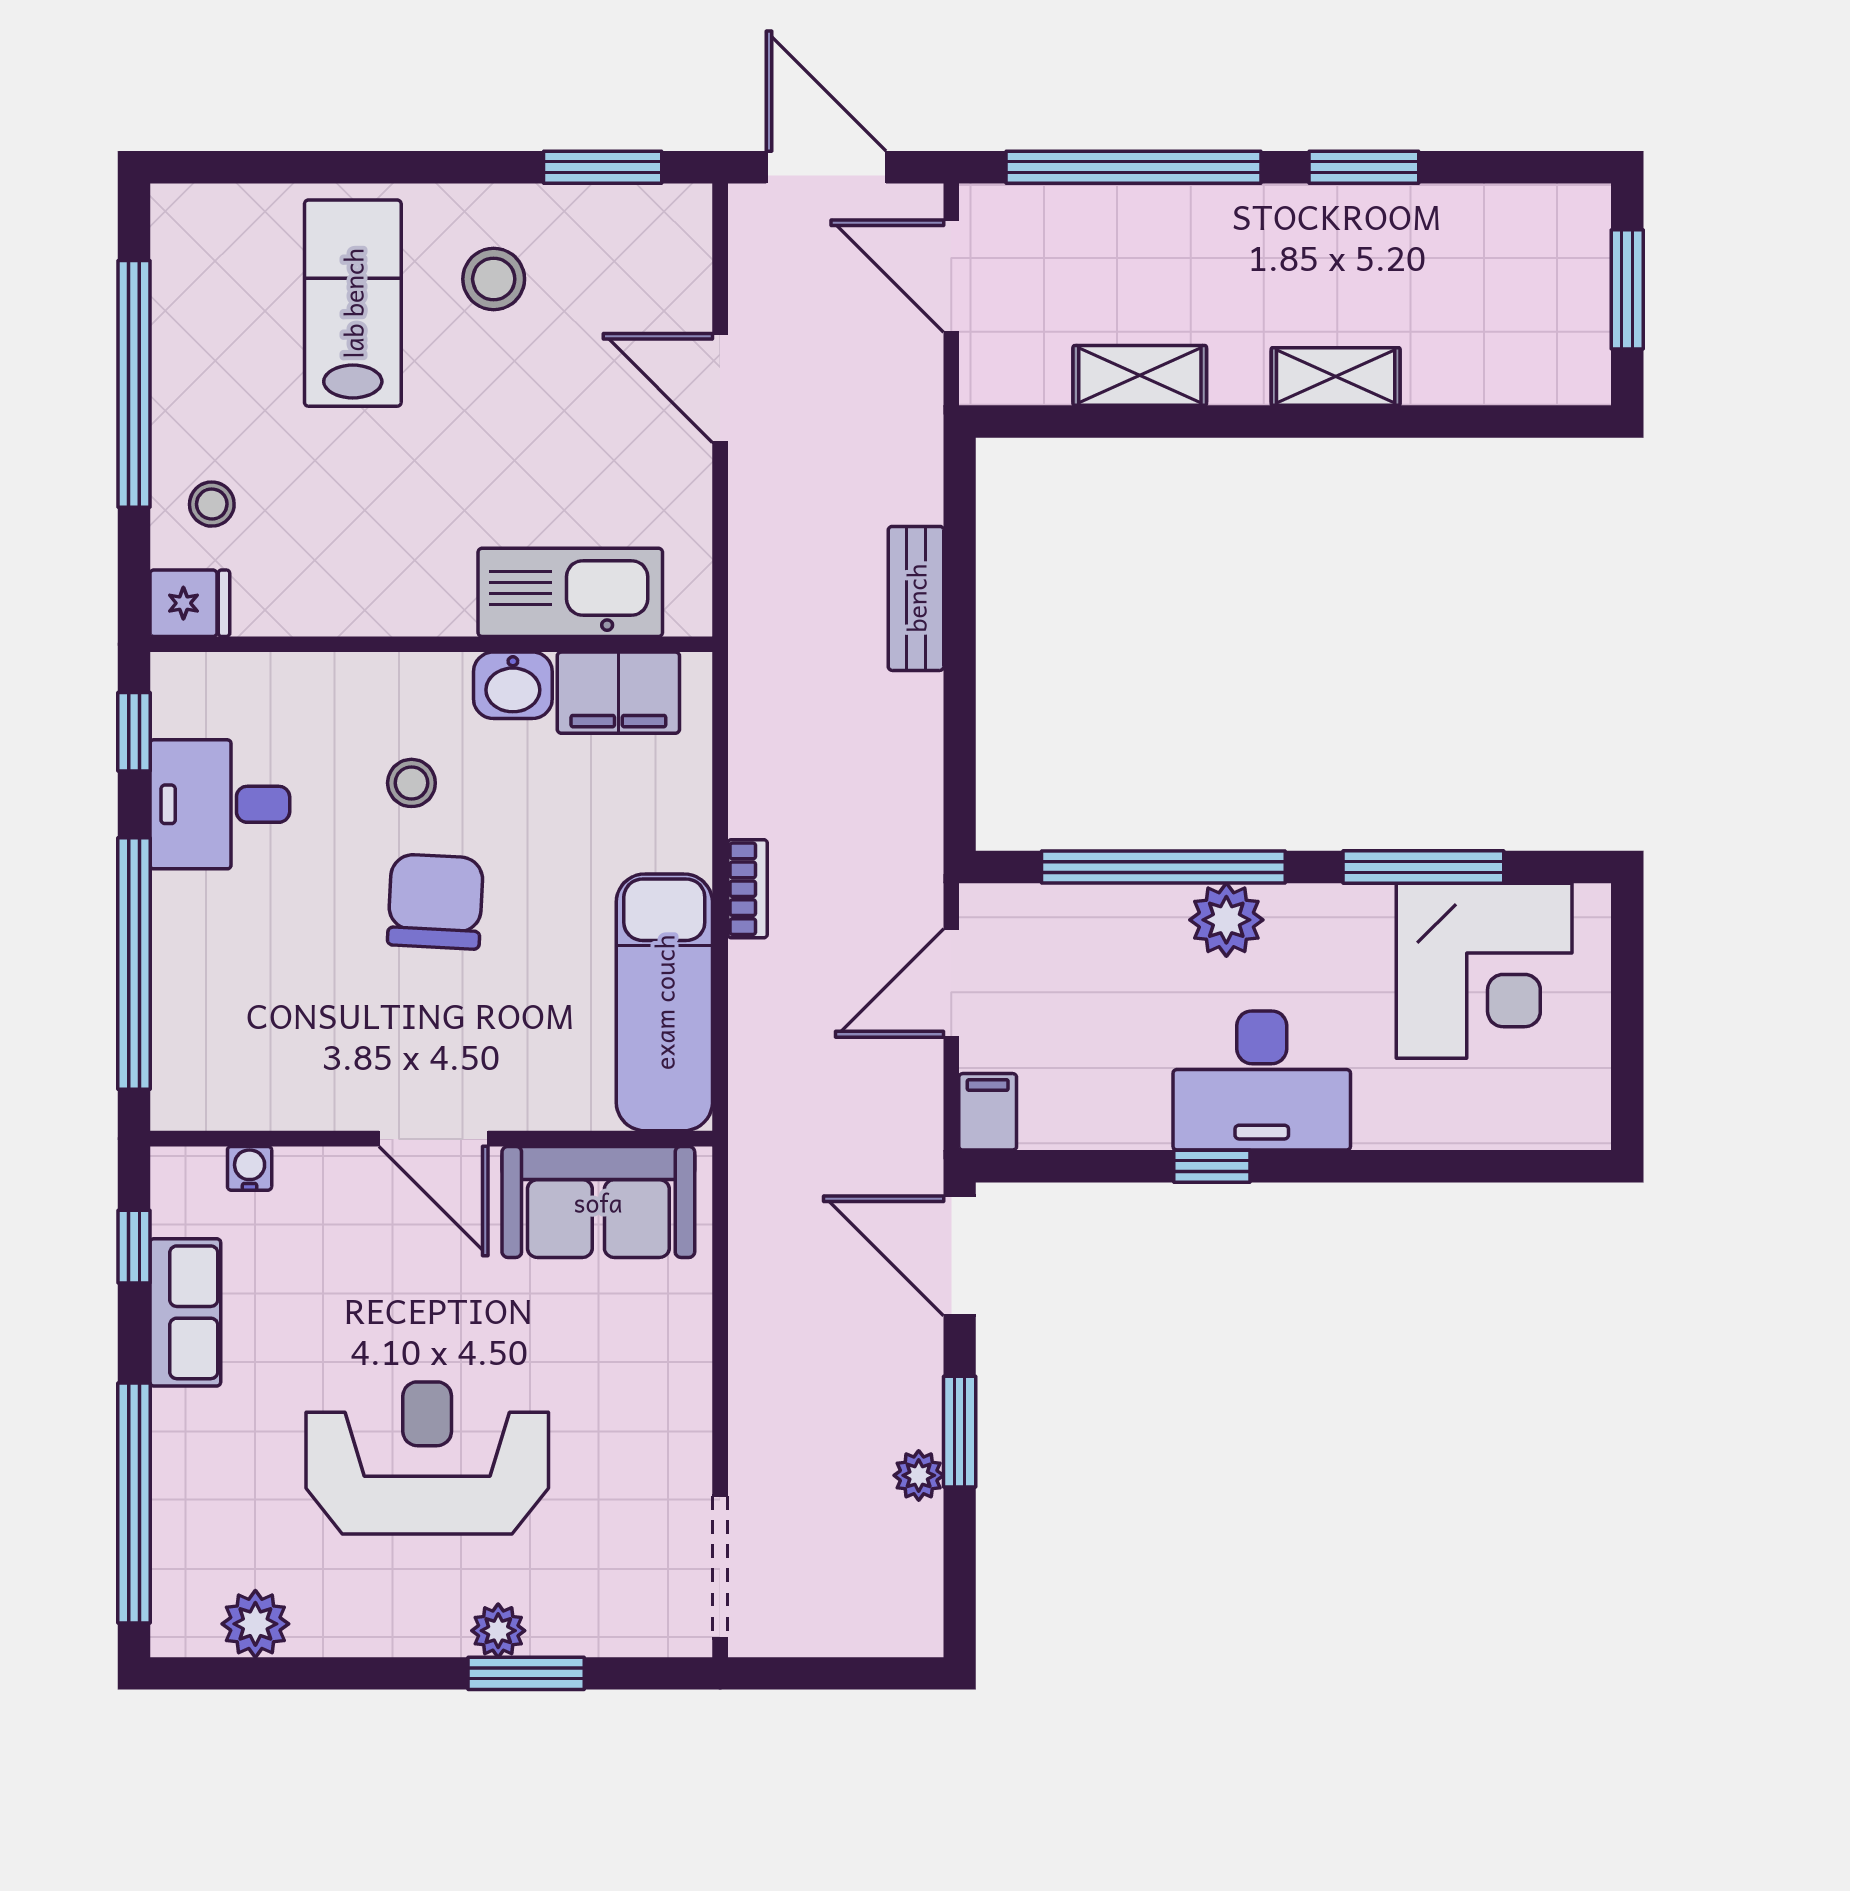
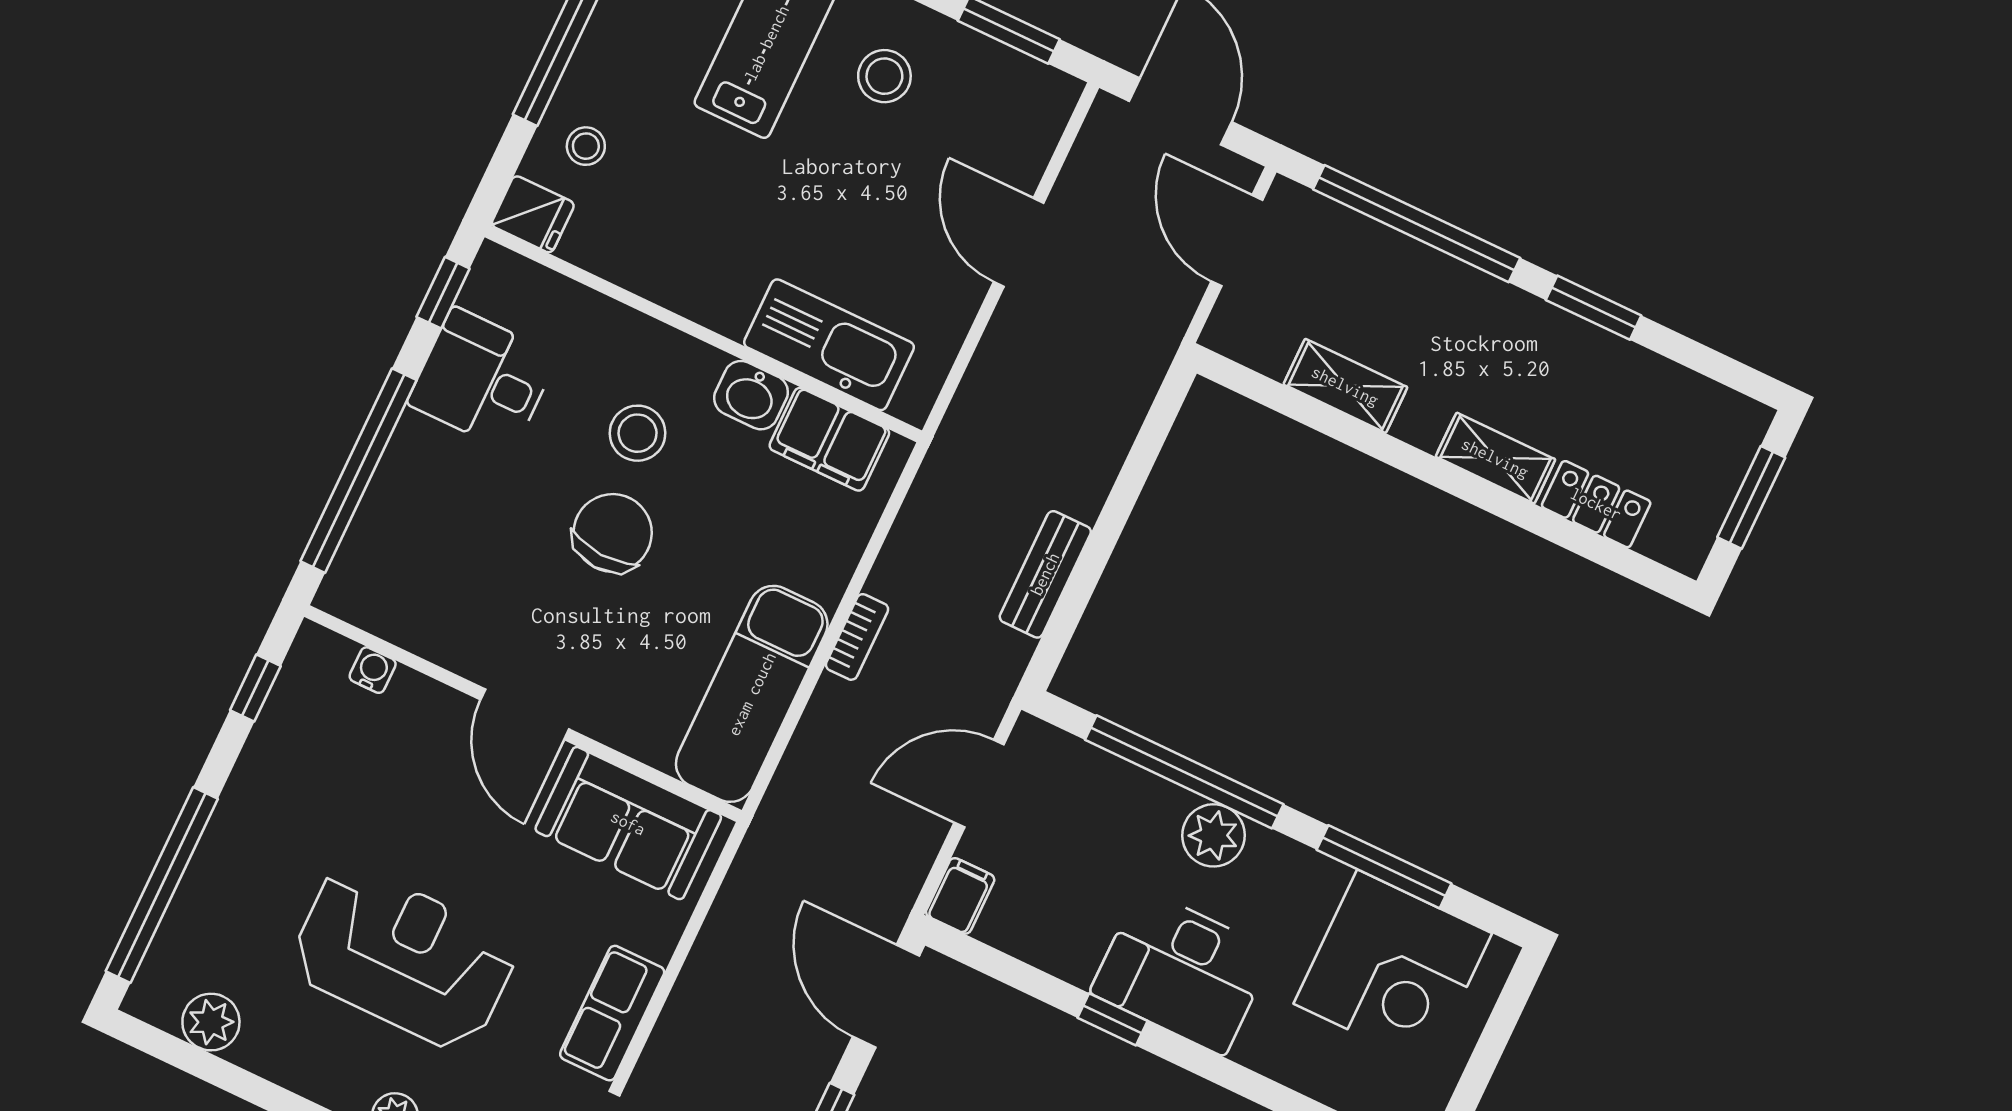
locker: (1466, 375) -> (1596, 504), added
bench: (916, 598) -> (1045, 574), moved
stool: (411, 783) -> (638, 433), width x1.37, depth x1.37
row of seats: (185, 1312) -> (612, 1013), moved, turned 180

